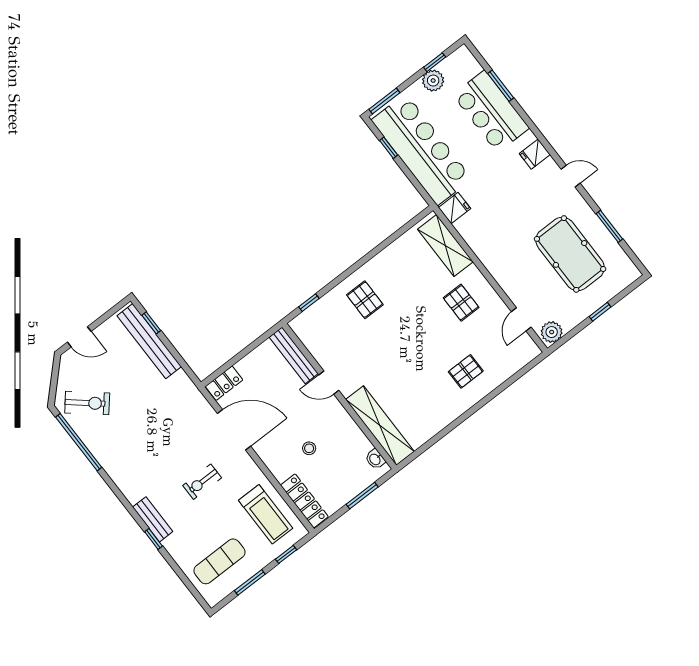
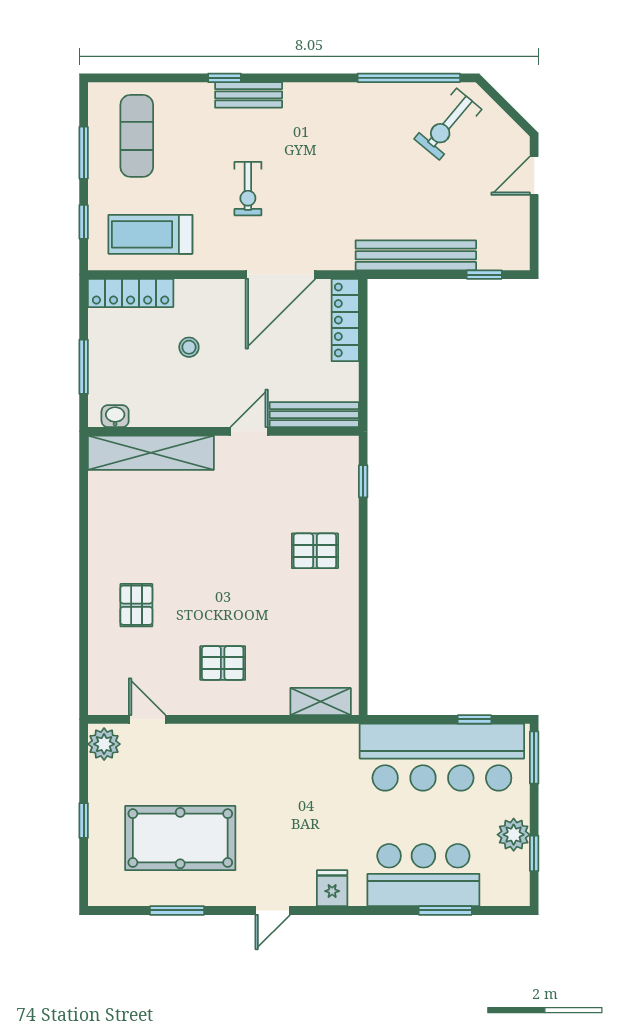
fridge: (455, 208) -> (342, 742), removed
shelving: (445, 246) -> (321, 702), width x0.67, depth x0.75
bench: (149, 341) -> (416, 255), moved
locker: (224, 383) -> (345, 320), width x1.53
exercise bike: (202, 482) -> (248, 189), turned 180

